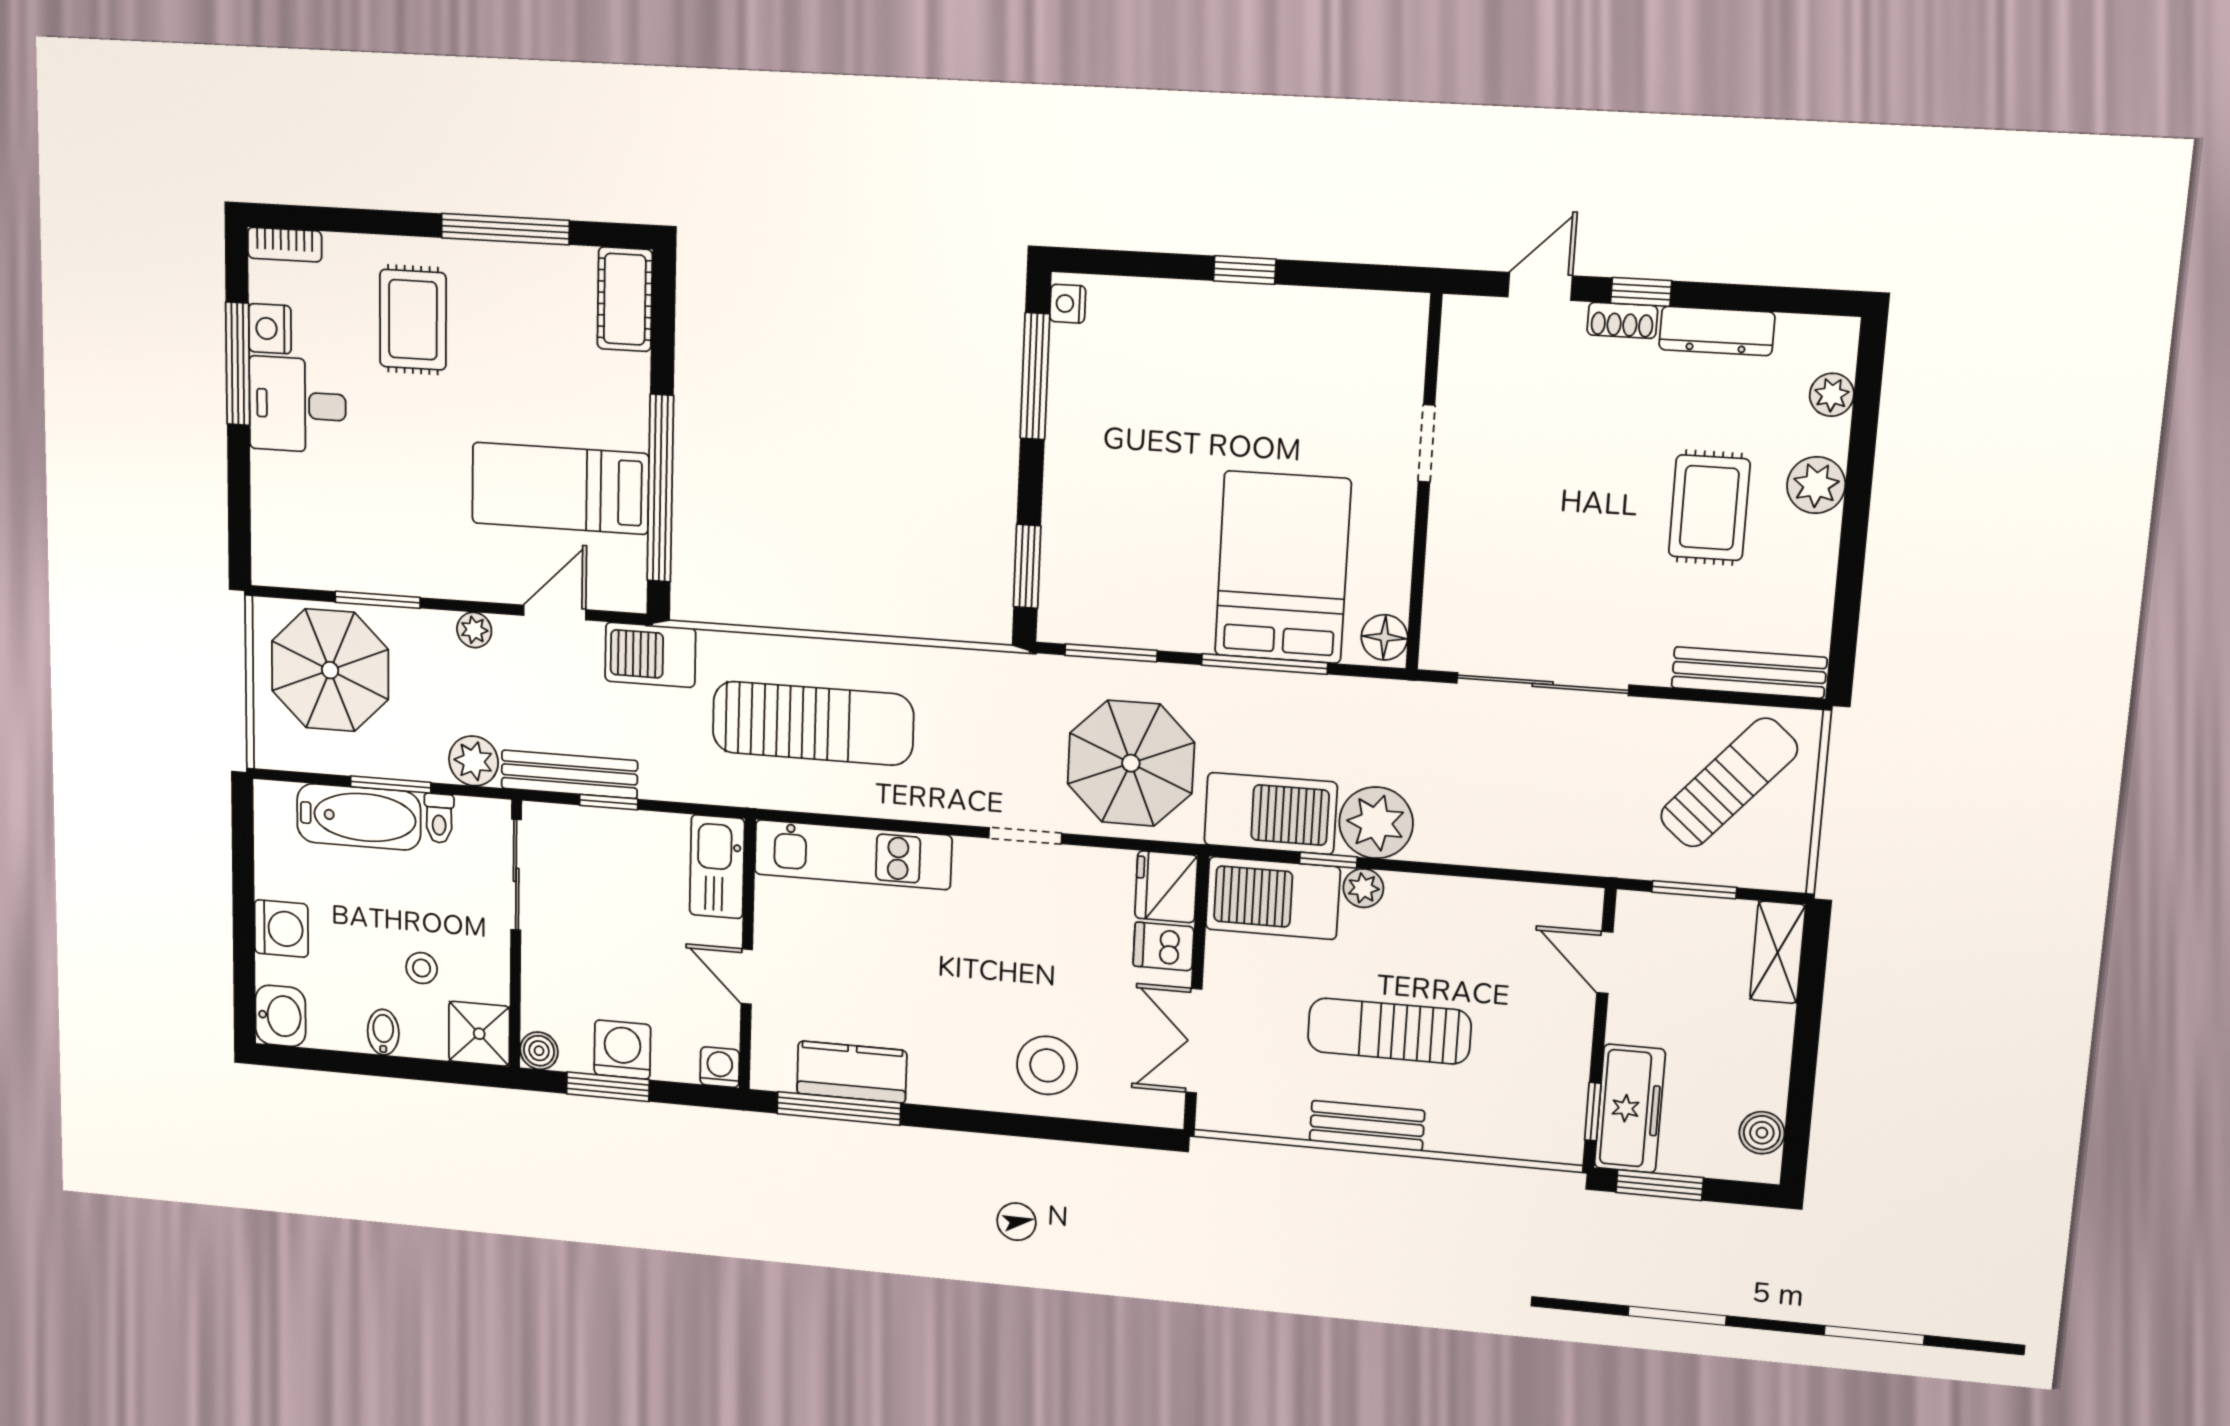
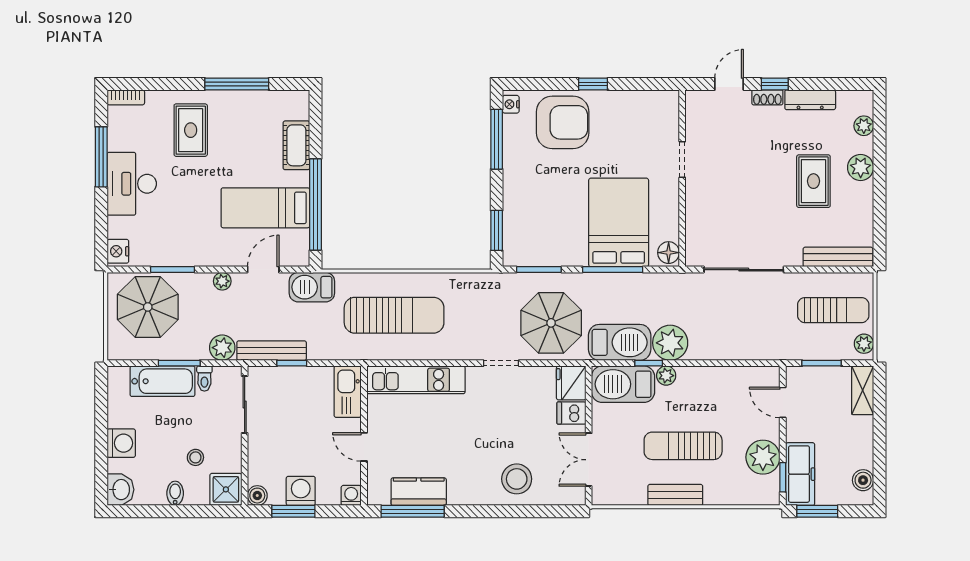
cot: (625, 299) -> (296, 145), moved
nightstand: (270, 329) -> (118, 251), moved
armchair: (1175, 349) -> (563, 122), added
desk: (297, 405) -> (132, 184), width x1.37
sun lounger: (1729, 783) -> (833, 310), turned 49
plant: (1789, 857) -> (864, 344), added
plant: (1554, 1068) -> (763, 457), added

